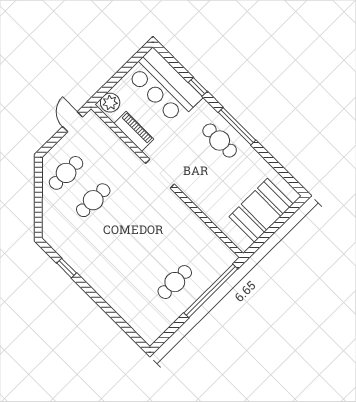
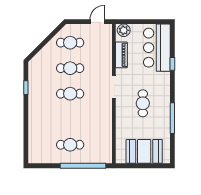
window: (237, 126) -> (172, 118), moved
cafe table: (220, 141) -> (143, 103), moved
cafe table: (120, 227) -> (70, 94), added

